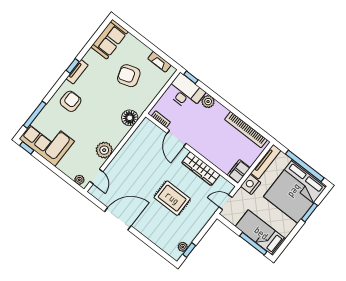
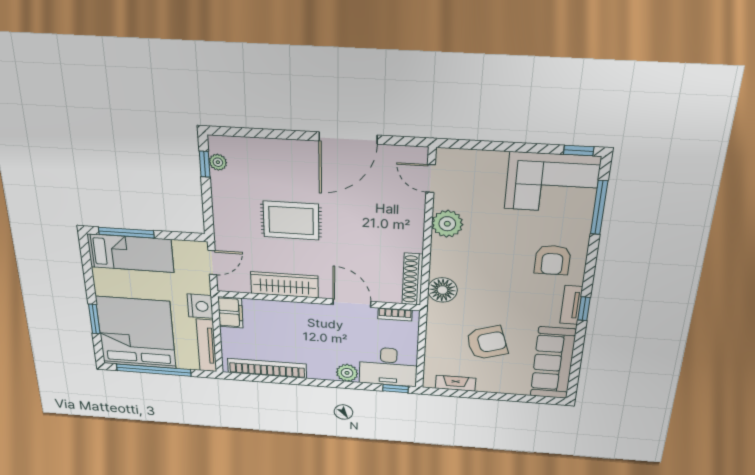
sofa: (109, 39) -> (553, 363), width x1.36
shoe rack: (139, 132) -> (413, 279), added
plant: (79, 180) -> (454, 157), removed

